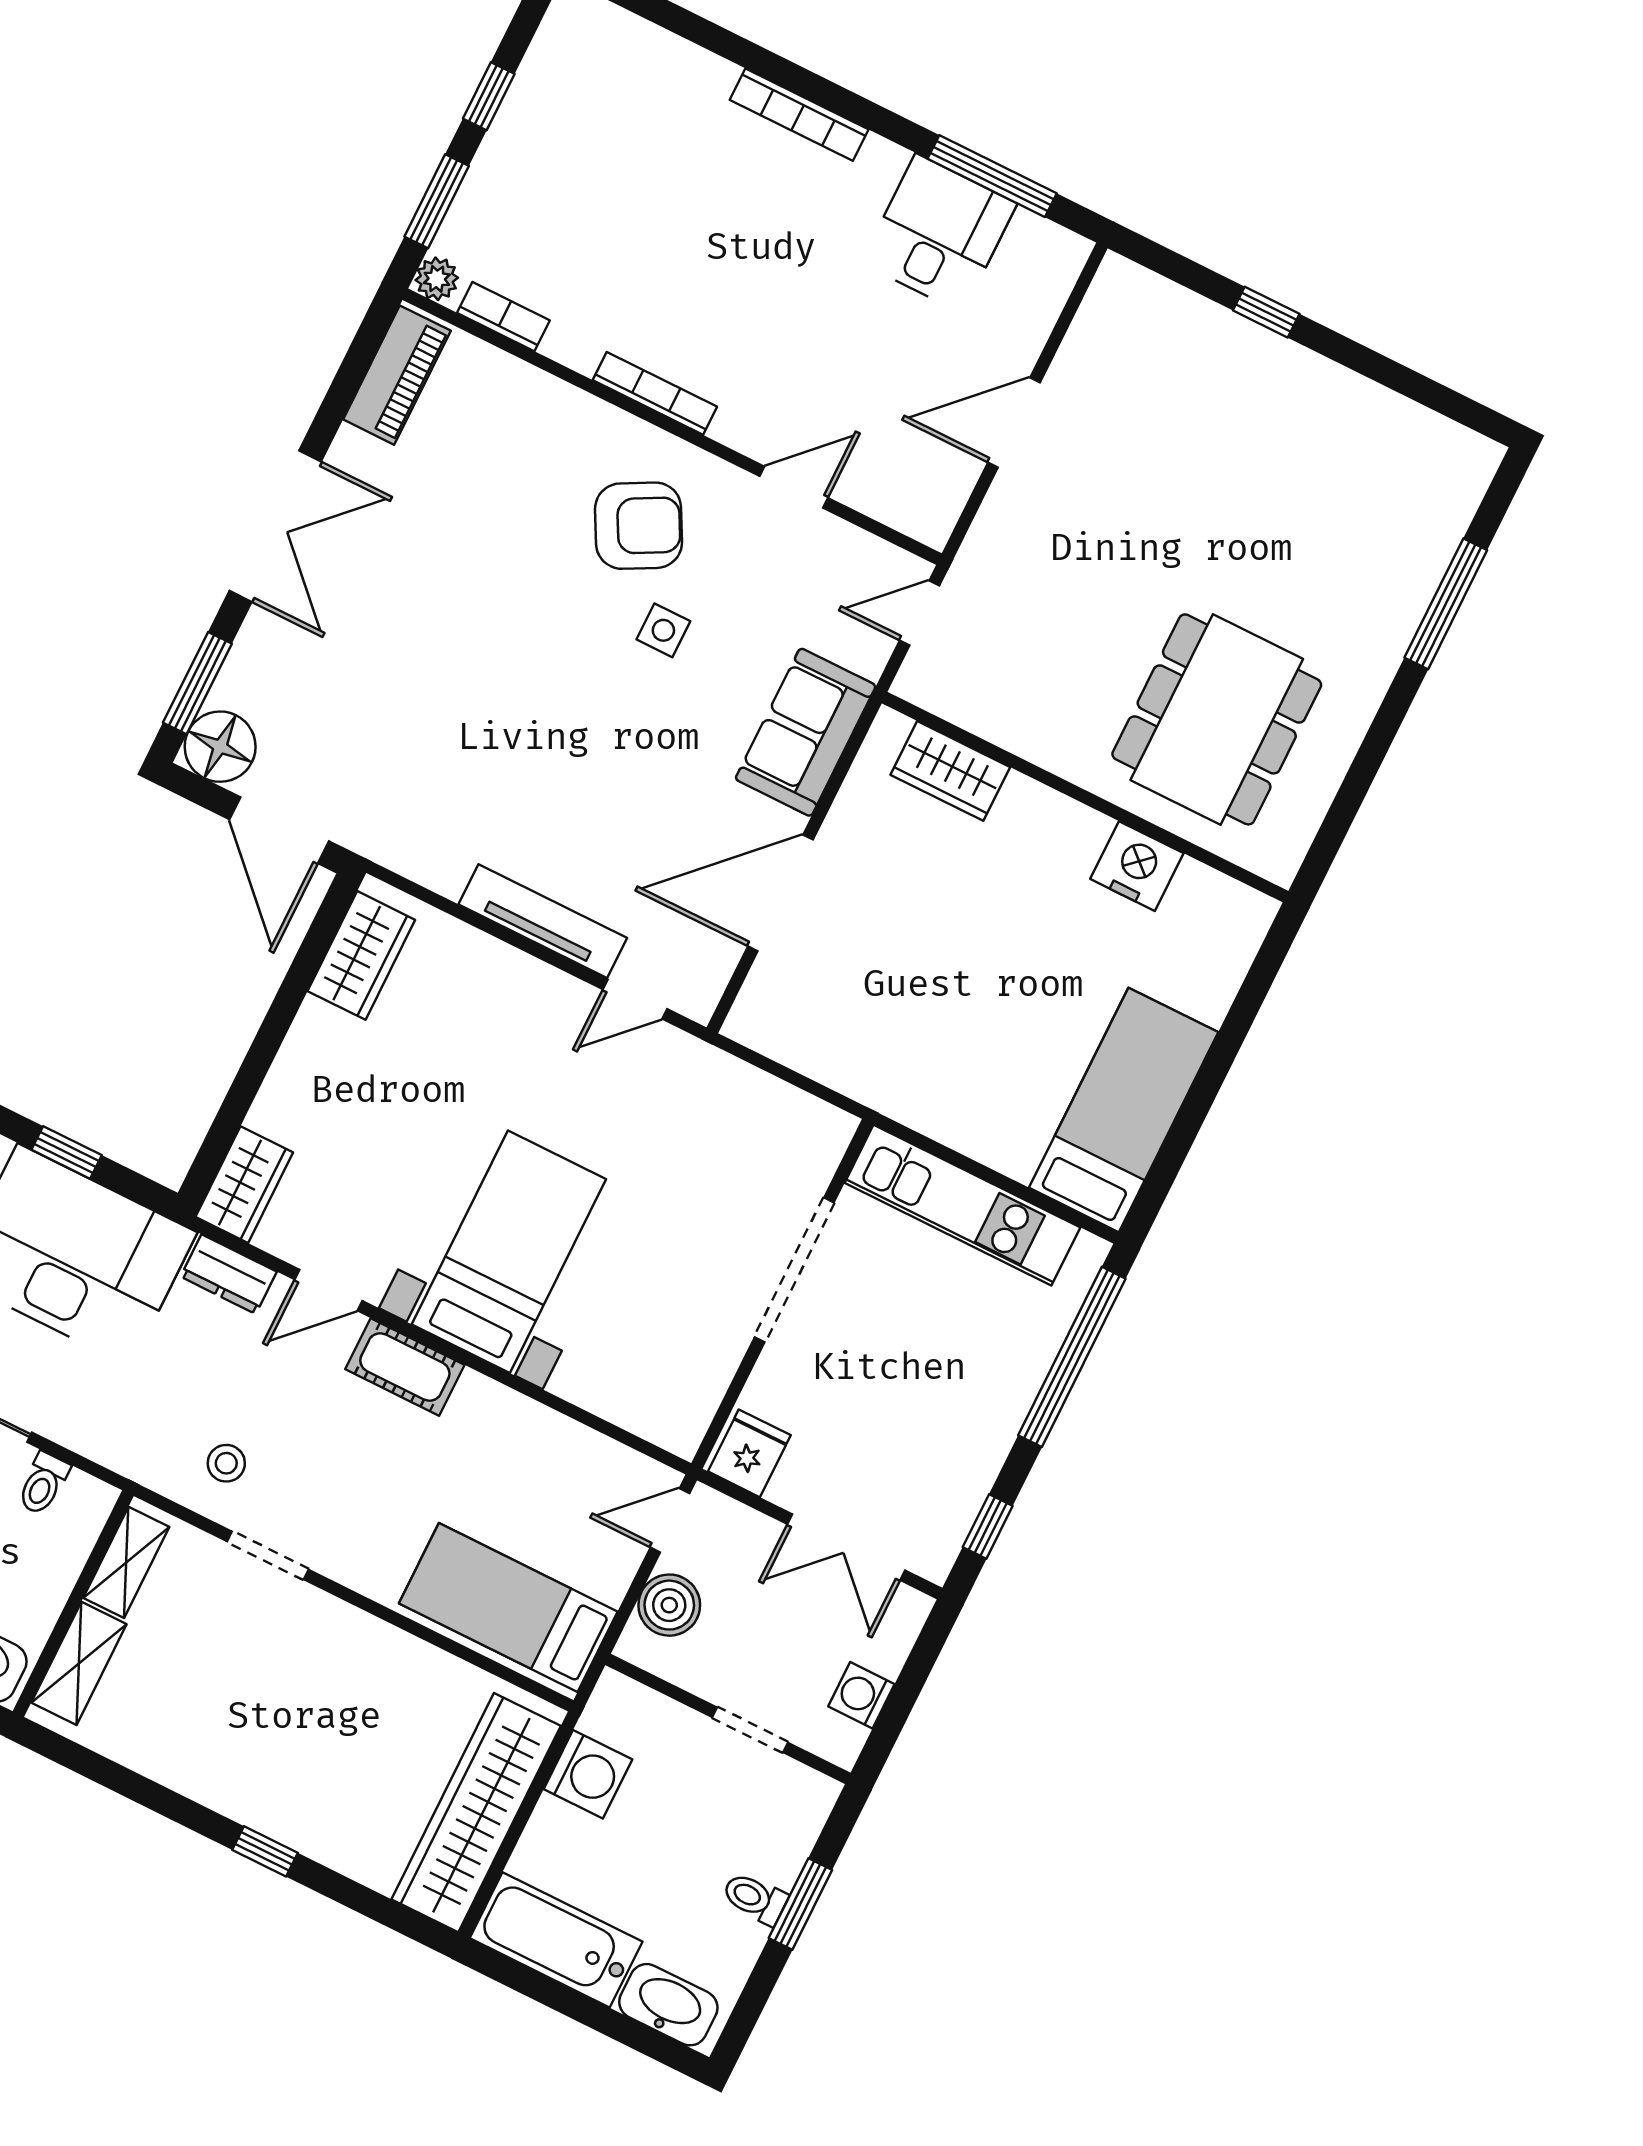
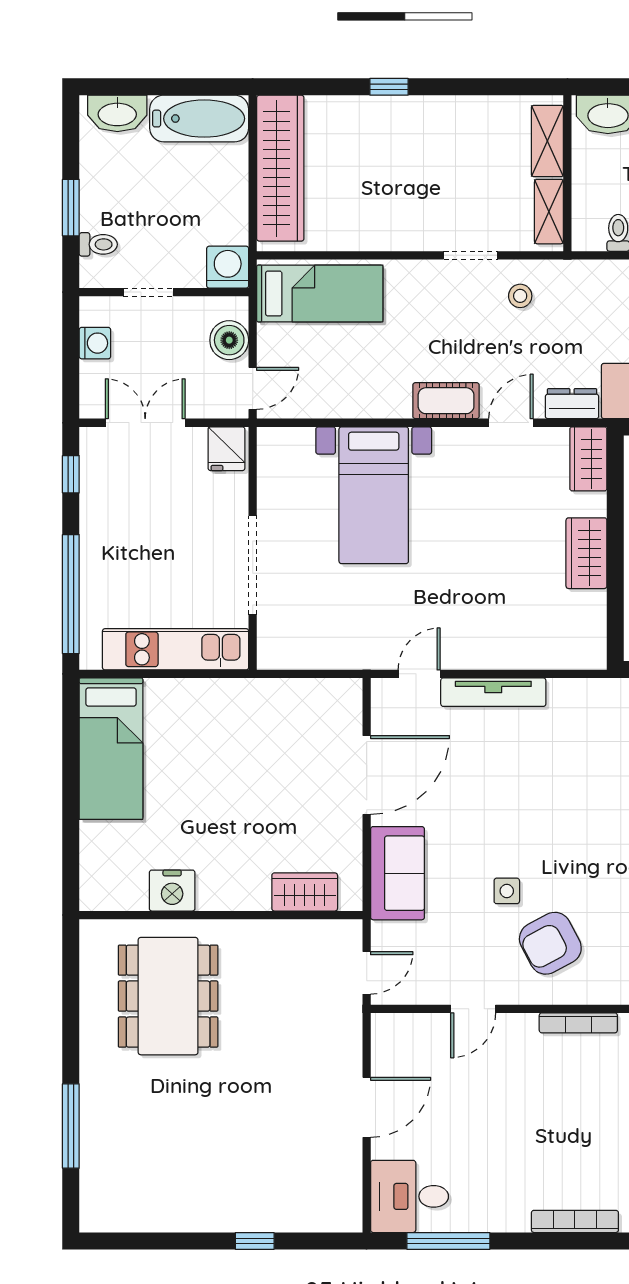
desk: (939, 233) -> (410, 1196), moved, turned 90
wardrobe: (361, 955) -> (586, 553), moved
bed with nightstands: (509, 1252) -> (374, 495), moved
washing machine: (588, 1774) -> (228, 267), moved, turned 90
toilet: (755, 1898) -> (98, 244), moved

